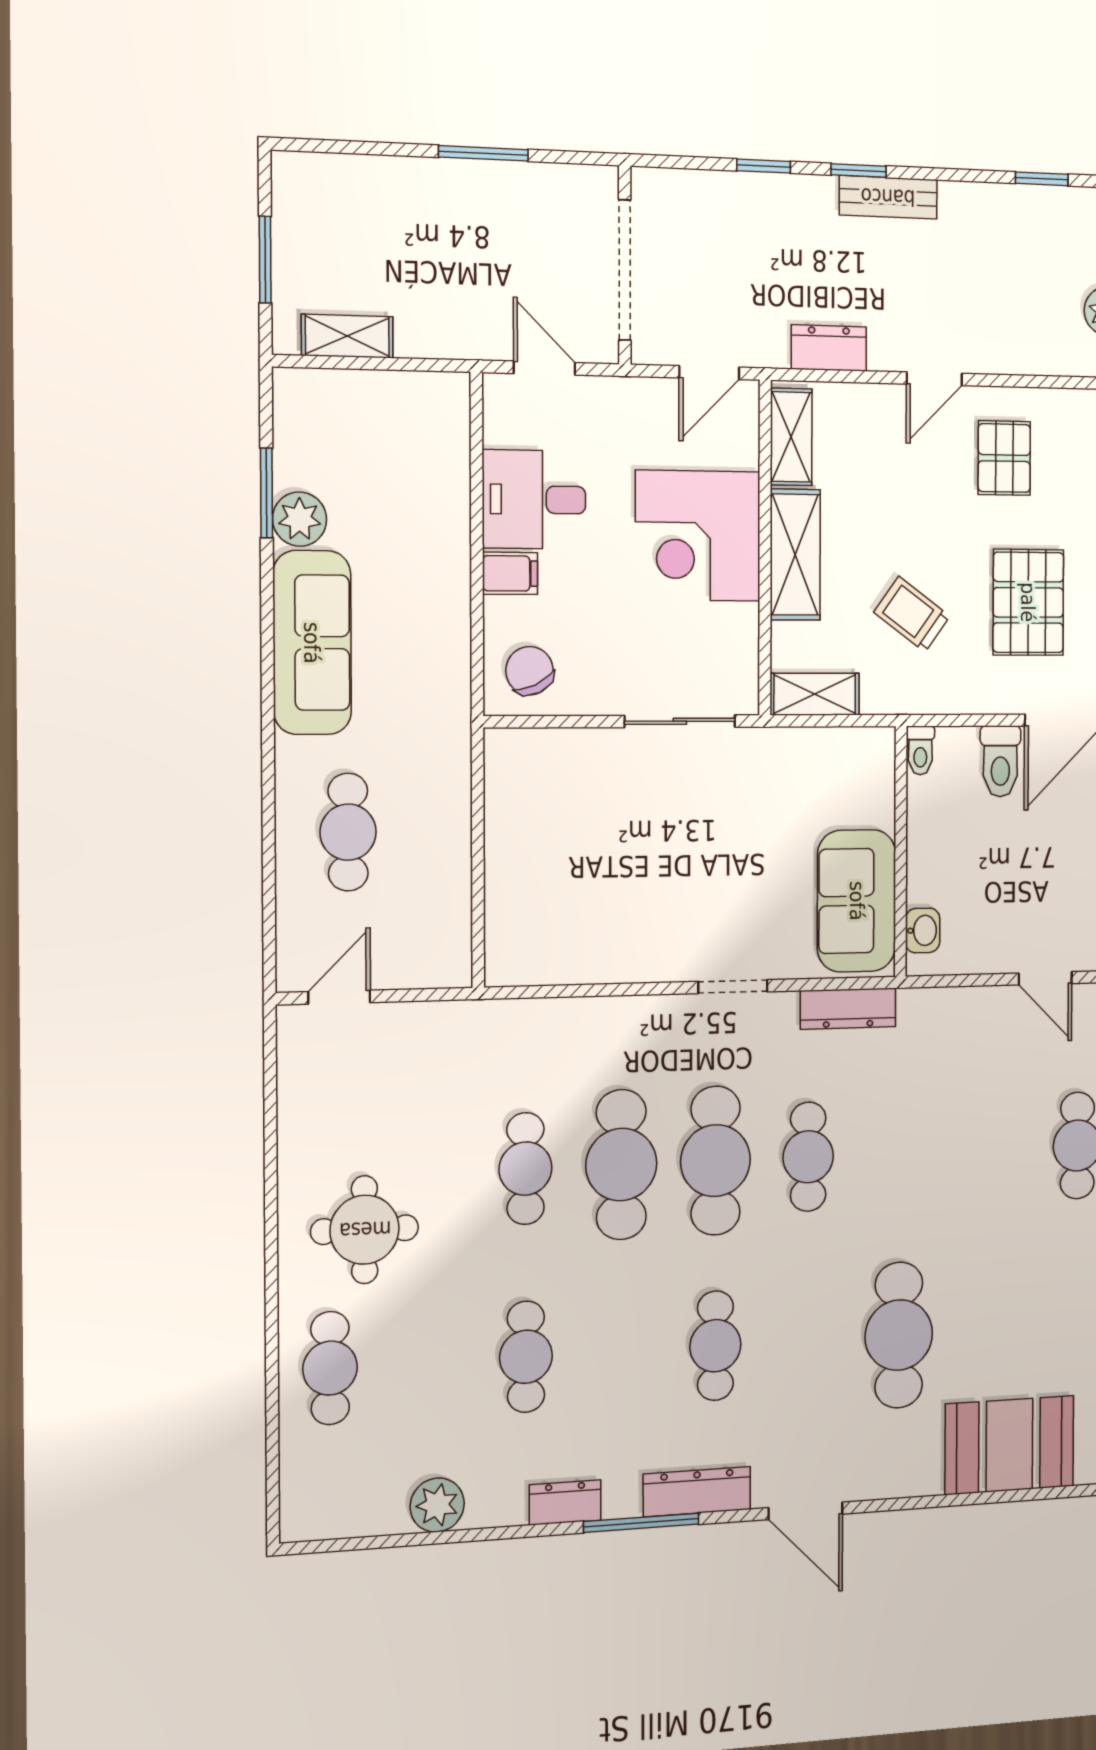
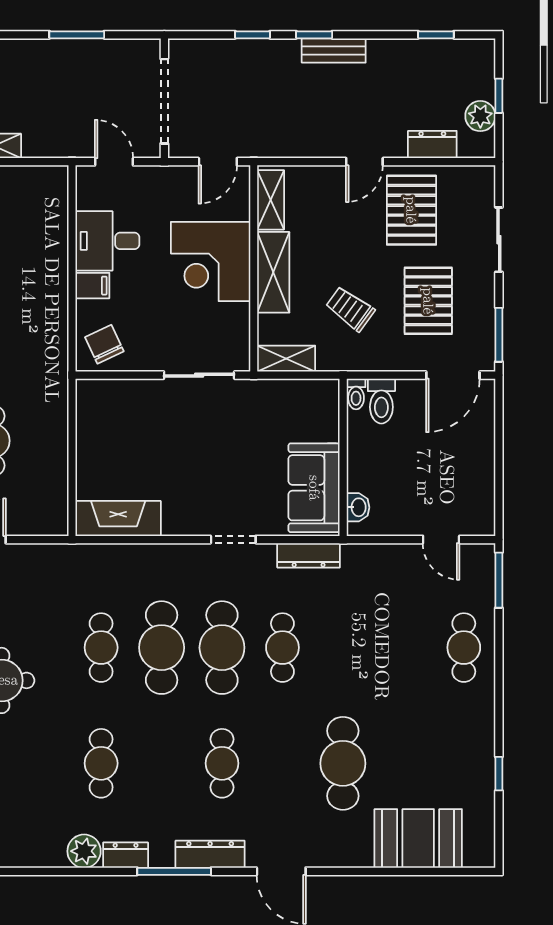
dresser: (829, 348) -> (432, 145), moved
pallet: (1004, 458) -> (411, 210), width x1.50, depth x1.42
toilet: (1000, 761) -> (381, 401), moved
fireplace: (552, 957) -> (118, 519), added
plant: (437, 1505) -> (84, 851), moved

